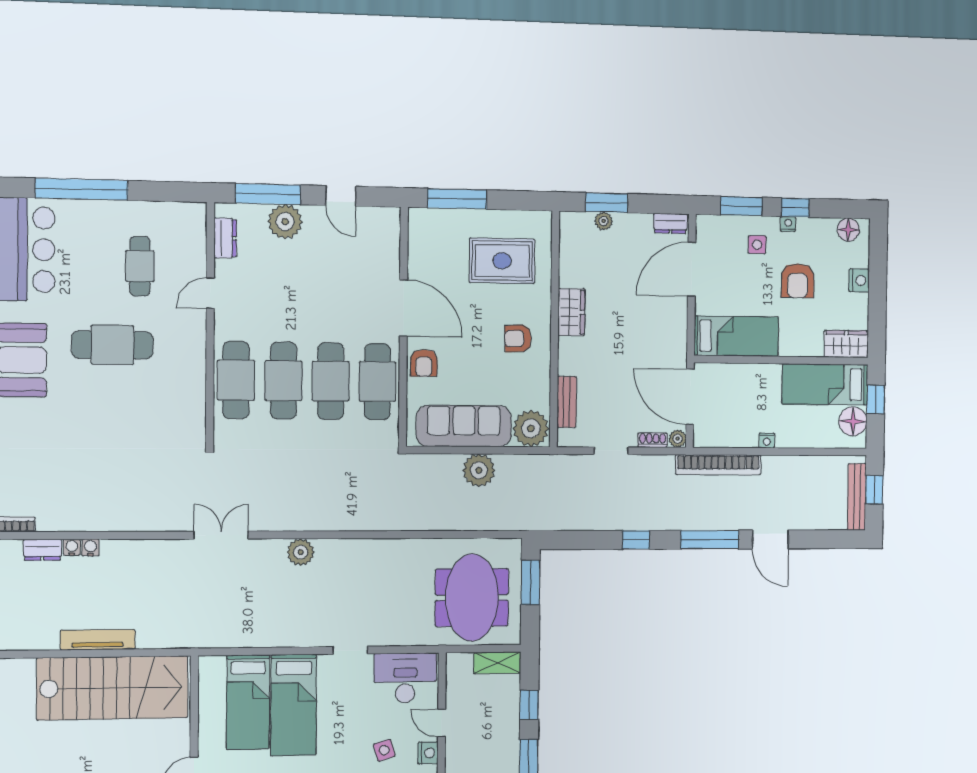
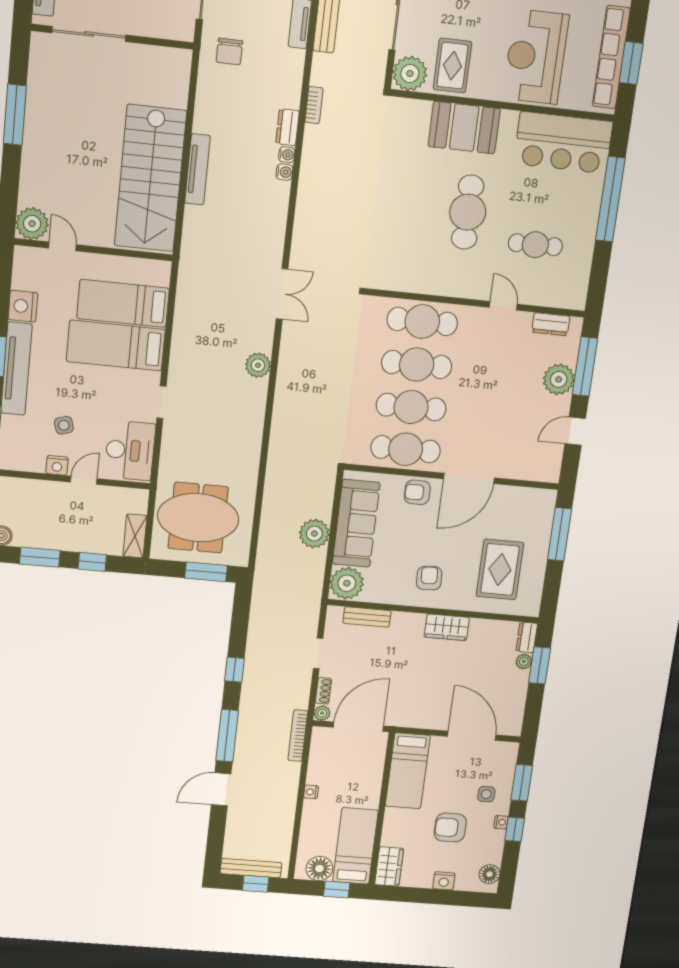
dresser: (670, 223) -> (527, 637), moved
bookcase: (718, 465) -> (298, 736), width x0.68, depth x0.76

